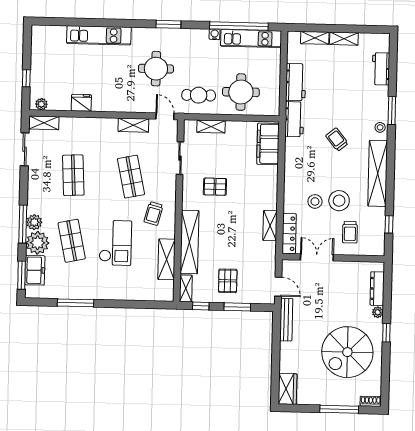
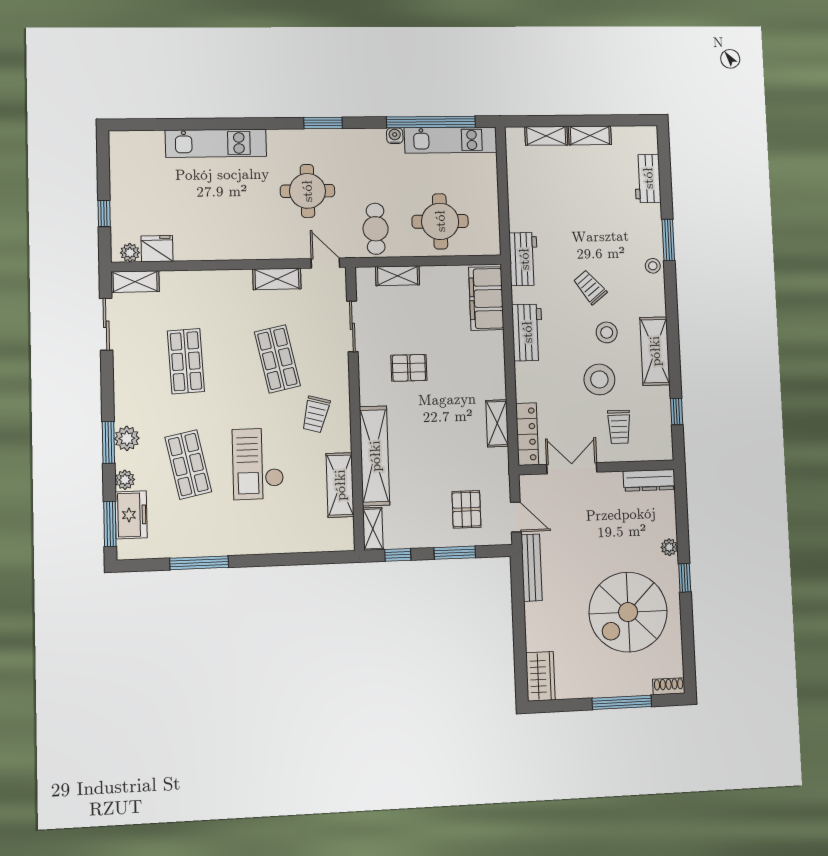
workbench: (296, 82) -> (527, 332), moved
cafe table: (199, 95) -> (376, 229), turned 90
fridge: (81, 103) -> (157, 249), moved
shelving: (378, 173) -> (655, 351), width x0.68
stool: (315, 201) -> (607, 332), moved
window: (23, 224) -> (108, 442), width x0.69
plant: (38, 243) -> (125, 480), width x0.53, depth x0.53
checkout: (115, 243) -> (258, 464), turned 180
pallet: (228, 281) -> (466, 509), moved
dresser: (377, 289) -> (649, 480), moved, turned -90

